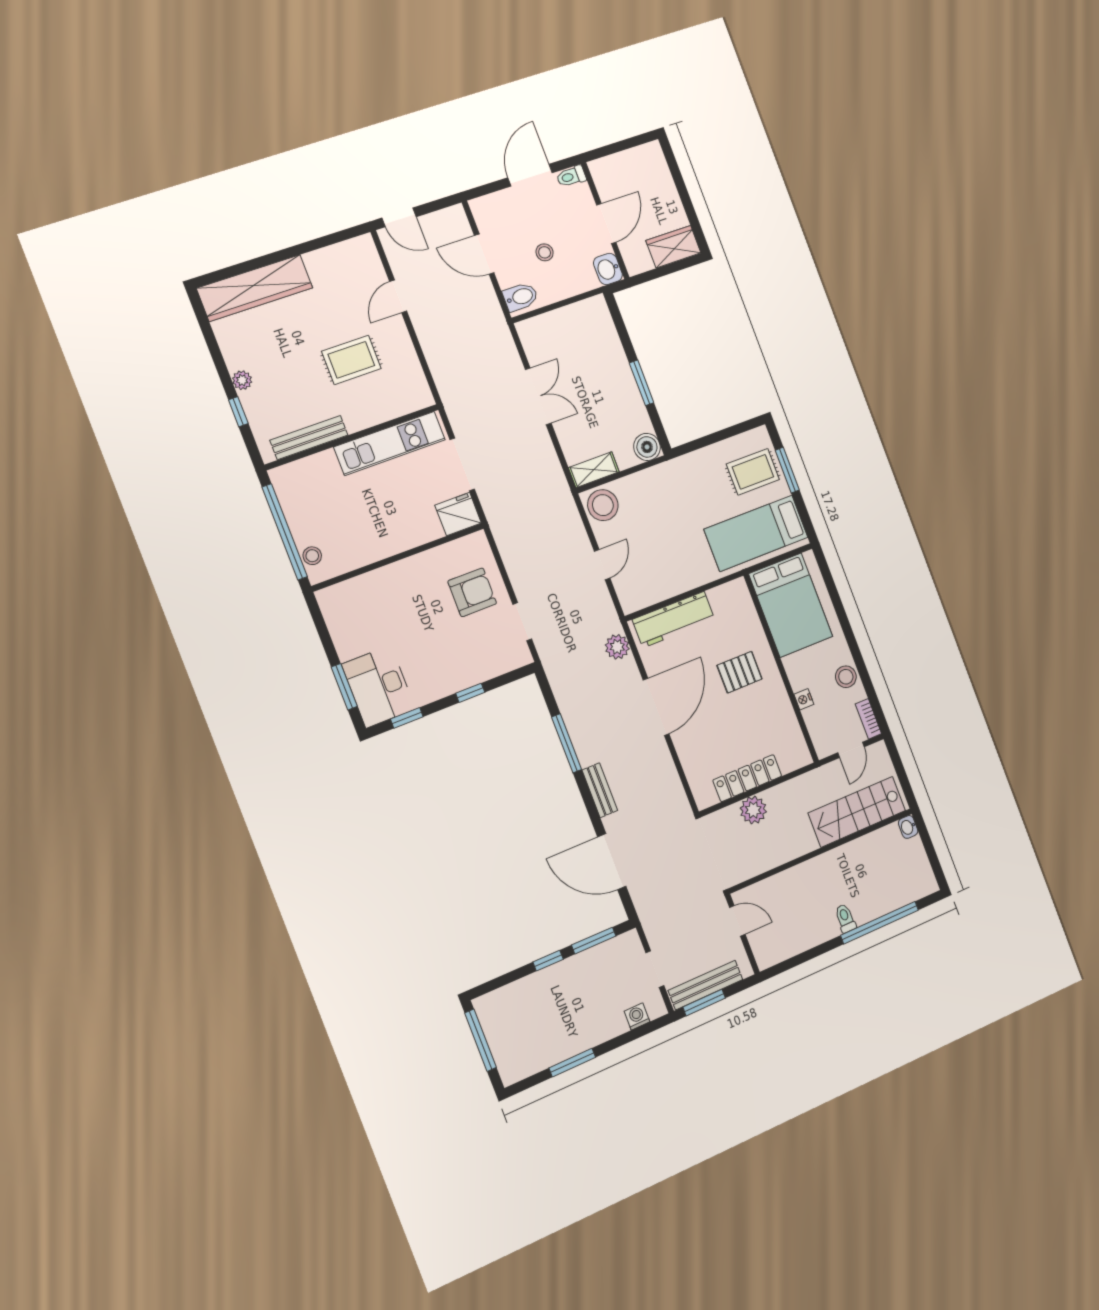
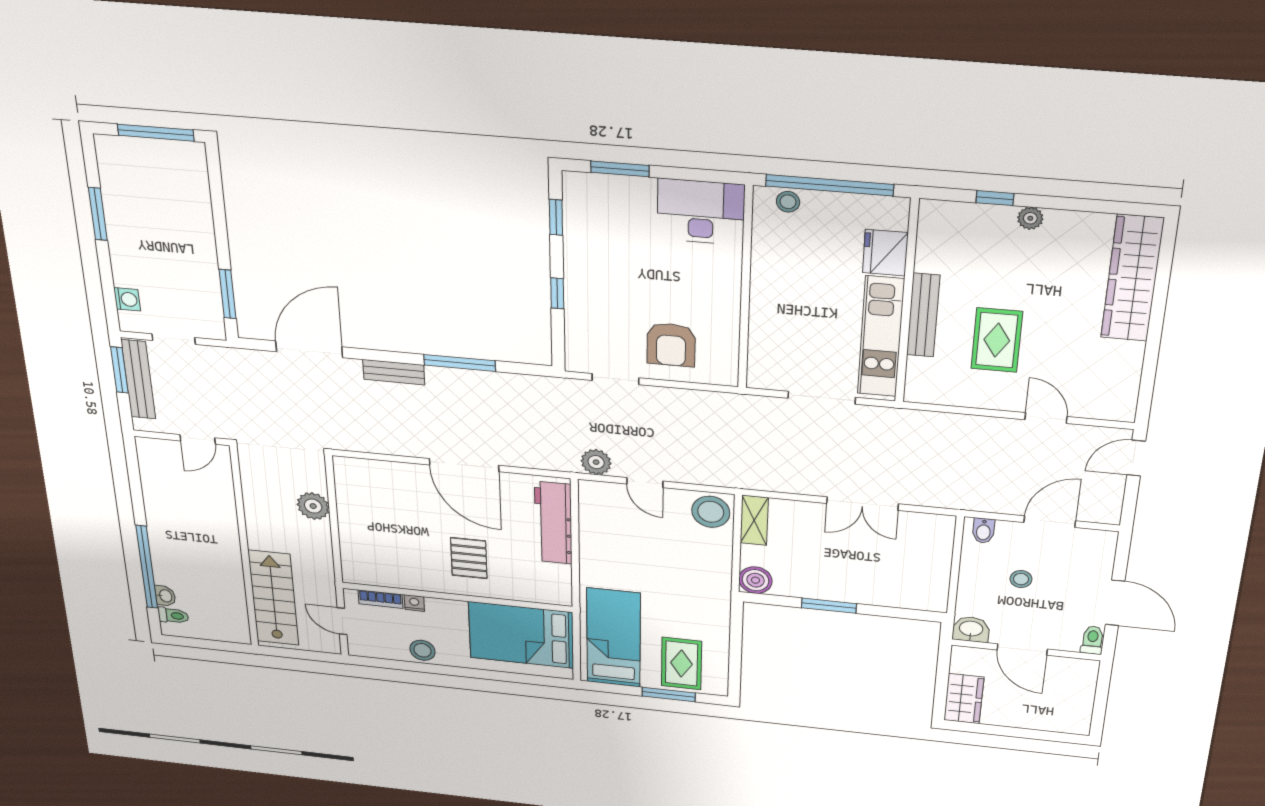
bidet: (520, 297) -> (983, 531), width x0.72, depth x0.74
bench: (309, 438) -> (923, 315), moved
fridge: (458, 514) -> (885, 253), moved, turned 180
plant: (617, 647) -> (596, 462), moved
desk: (379, 687) -> (701, 212), moved
bookcase: (868, 719) -> (380, 599), moved, turned 180
locker: (747, 778) -> (350, 516), removed
washbasin: (908, 827) -> (165, 596), moved, turned 90
toilet: (845, 918) -> (173, 616), moved
window: (548, 961) -> (222, 239), removed

